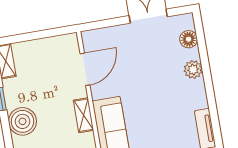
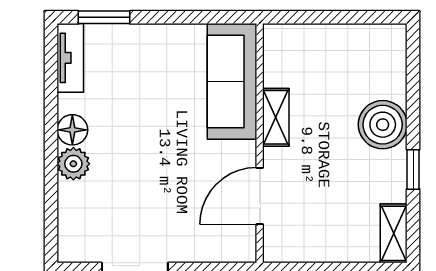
floor lamp: (189, 39) -> (72, 130), moved

